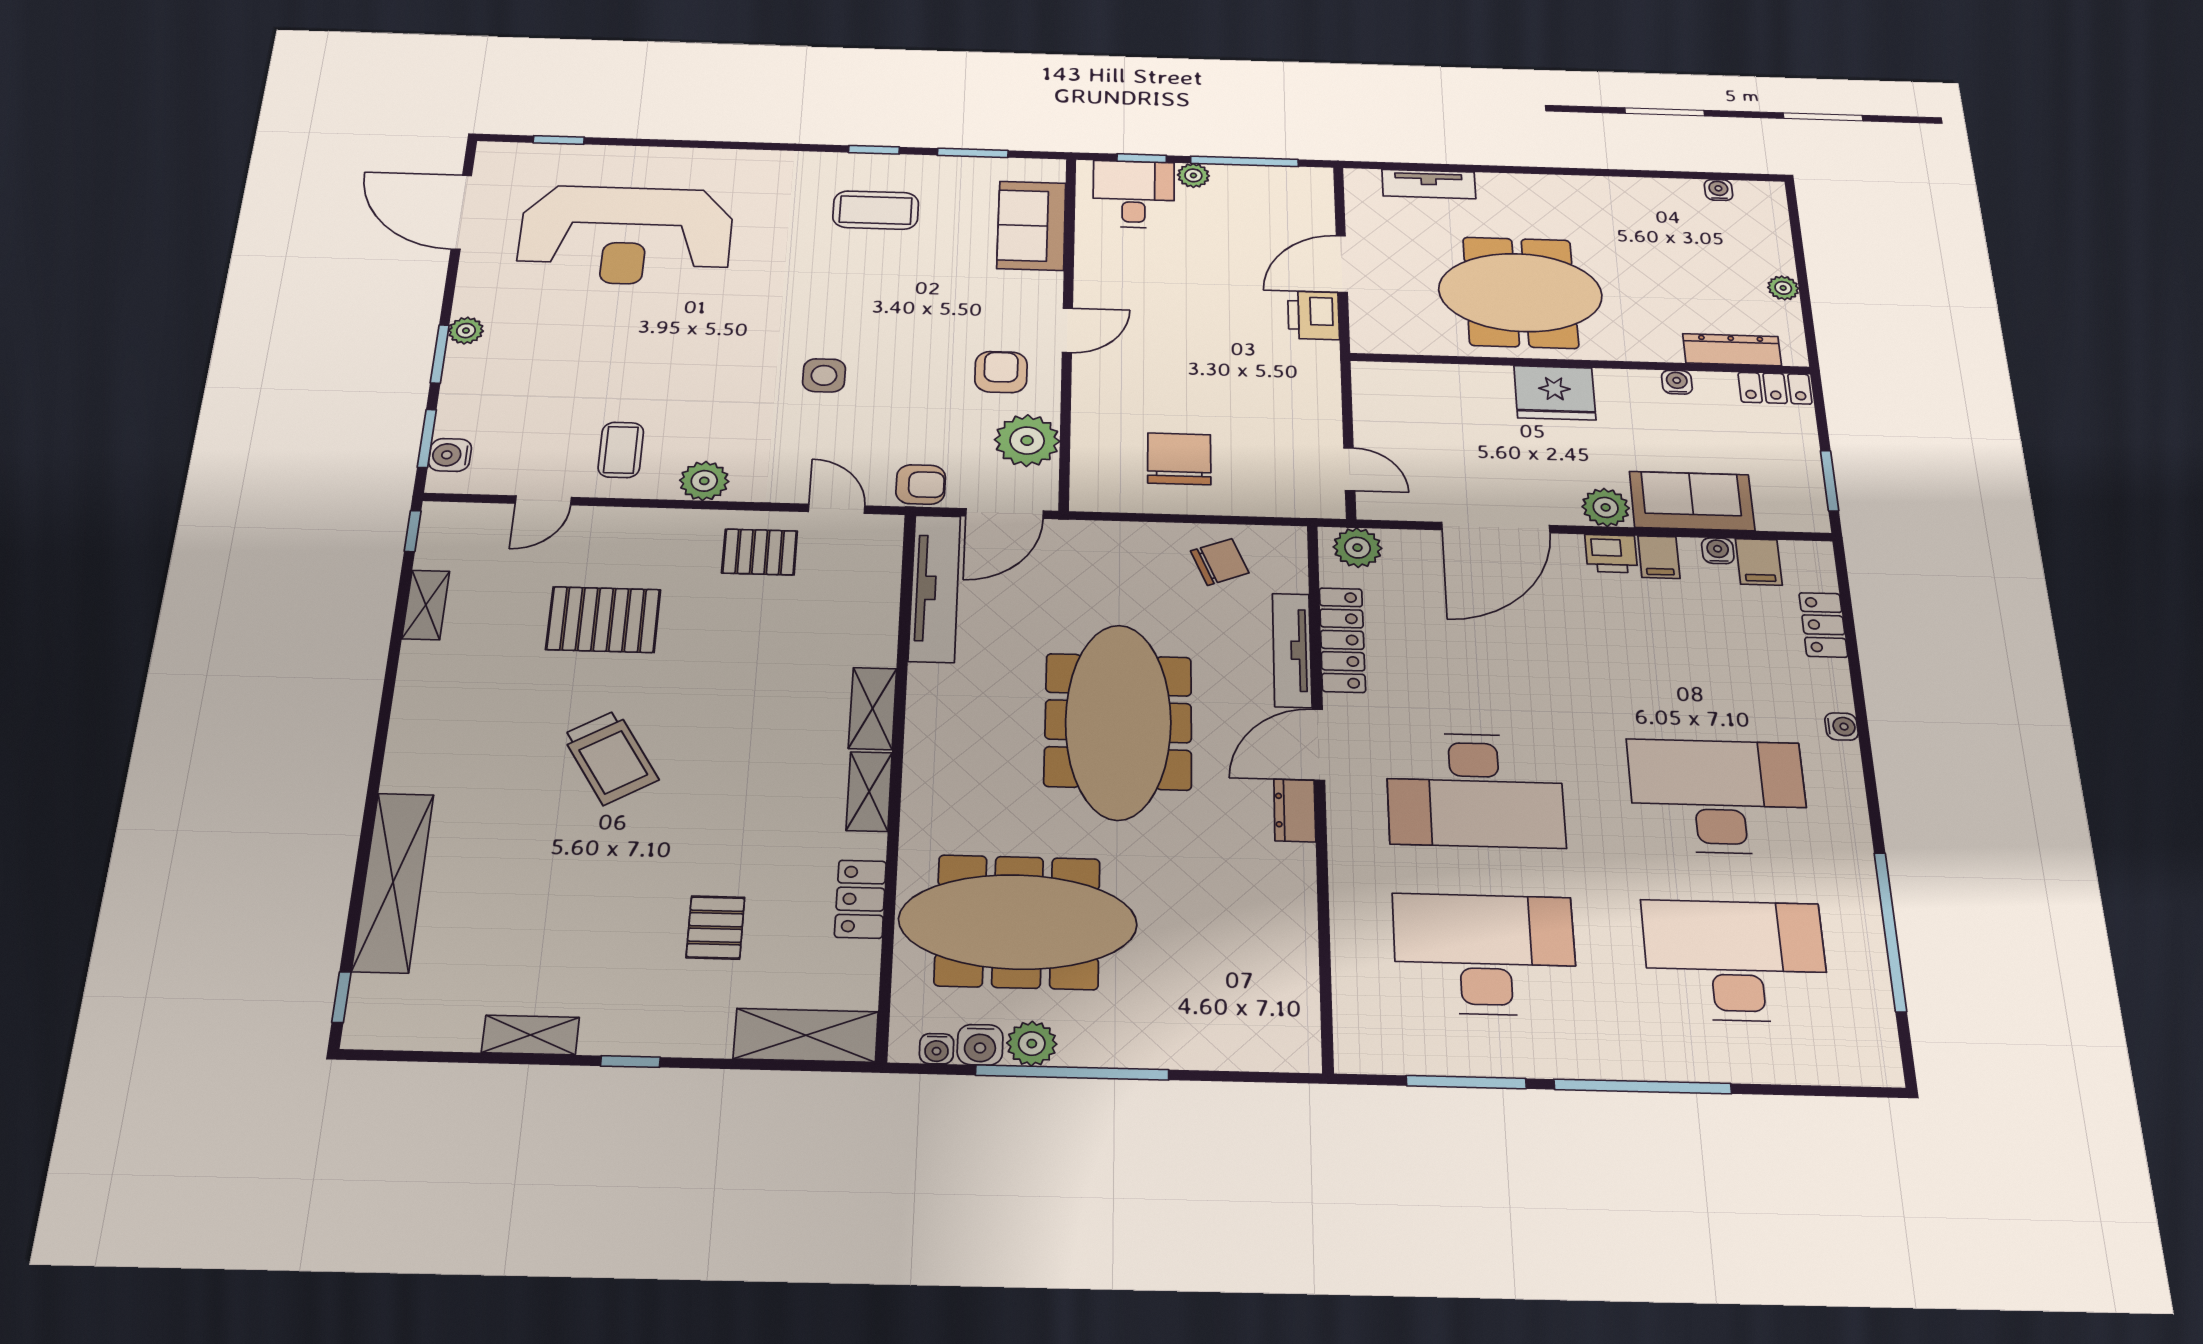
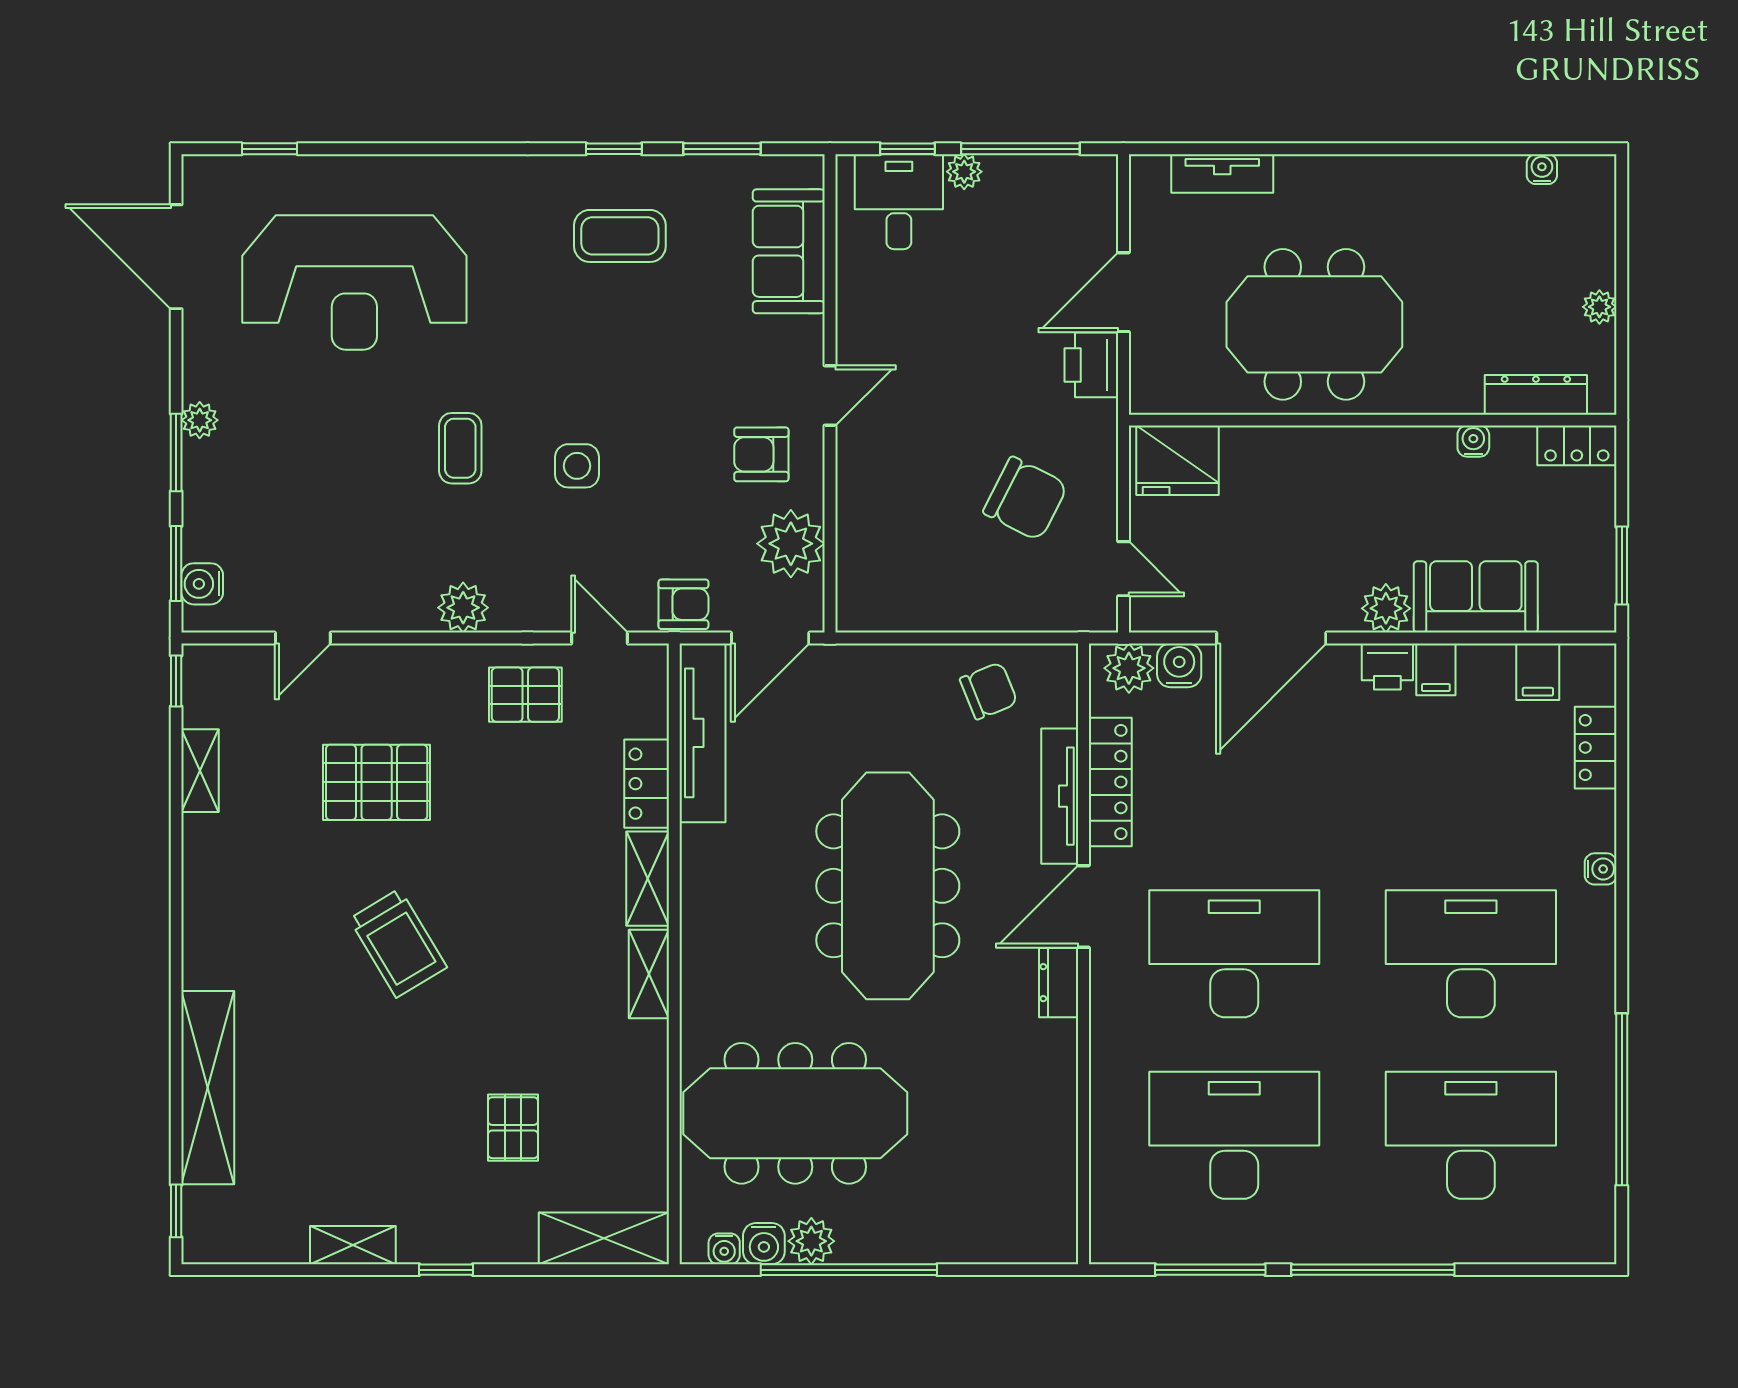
armchair: (1001, 372) -> (761, 454), turned -90
fridge: (1555, 393) -> (1178, 460), moved
coffee table: (621, 450) -> (460, 448), moved
chair: (1179, 459) -> (1025, 499), moved, turned 117
water cooler: (1718, 551) -> (1179, 665), moved, width x1.38, depth x1.38
desk: (1475, 790) -> (1234, 954), turned 180
locker: (860, 899) -> (647, 784), moved

